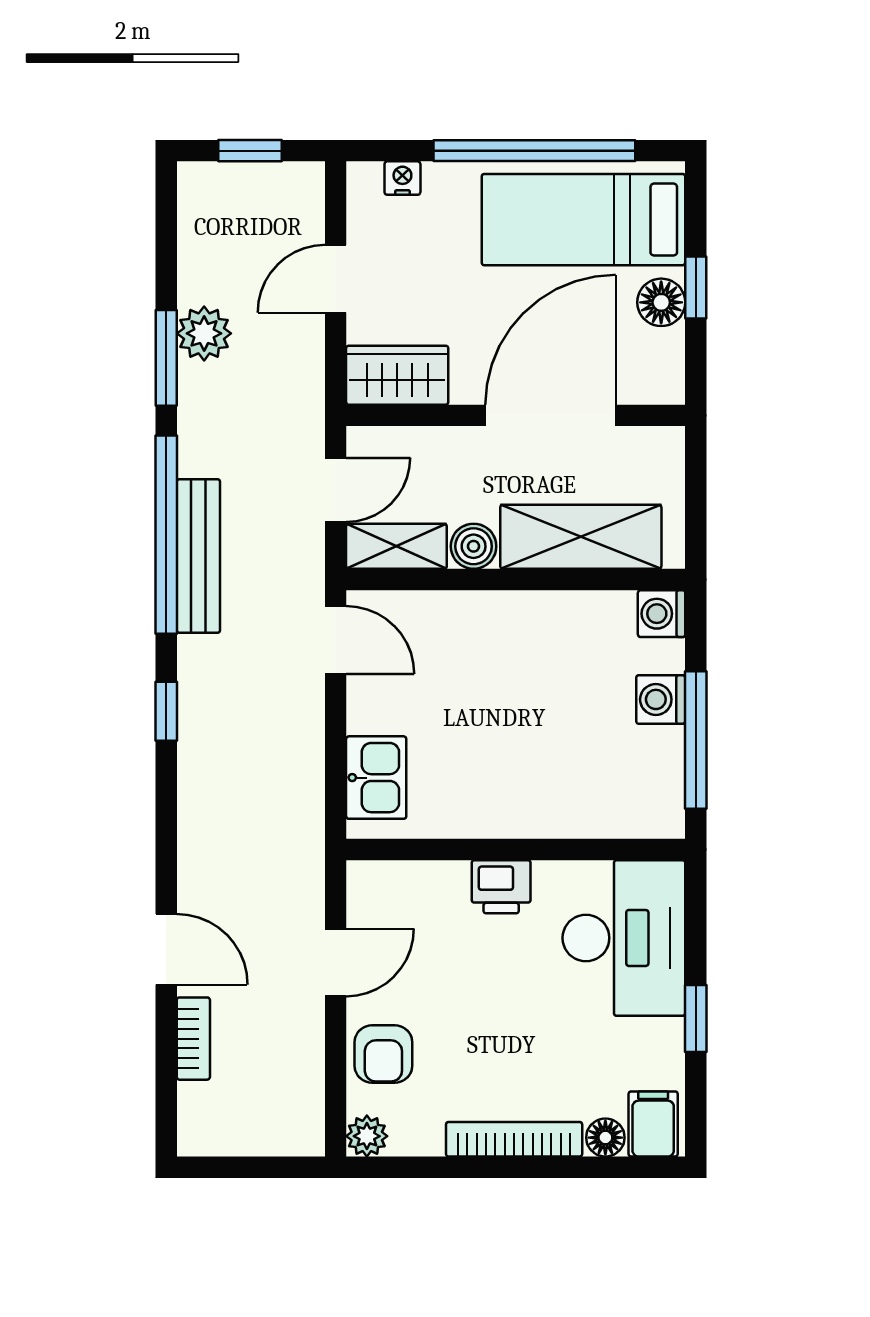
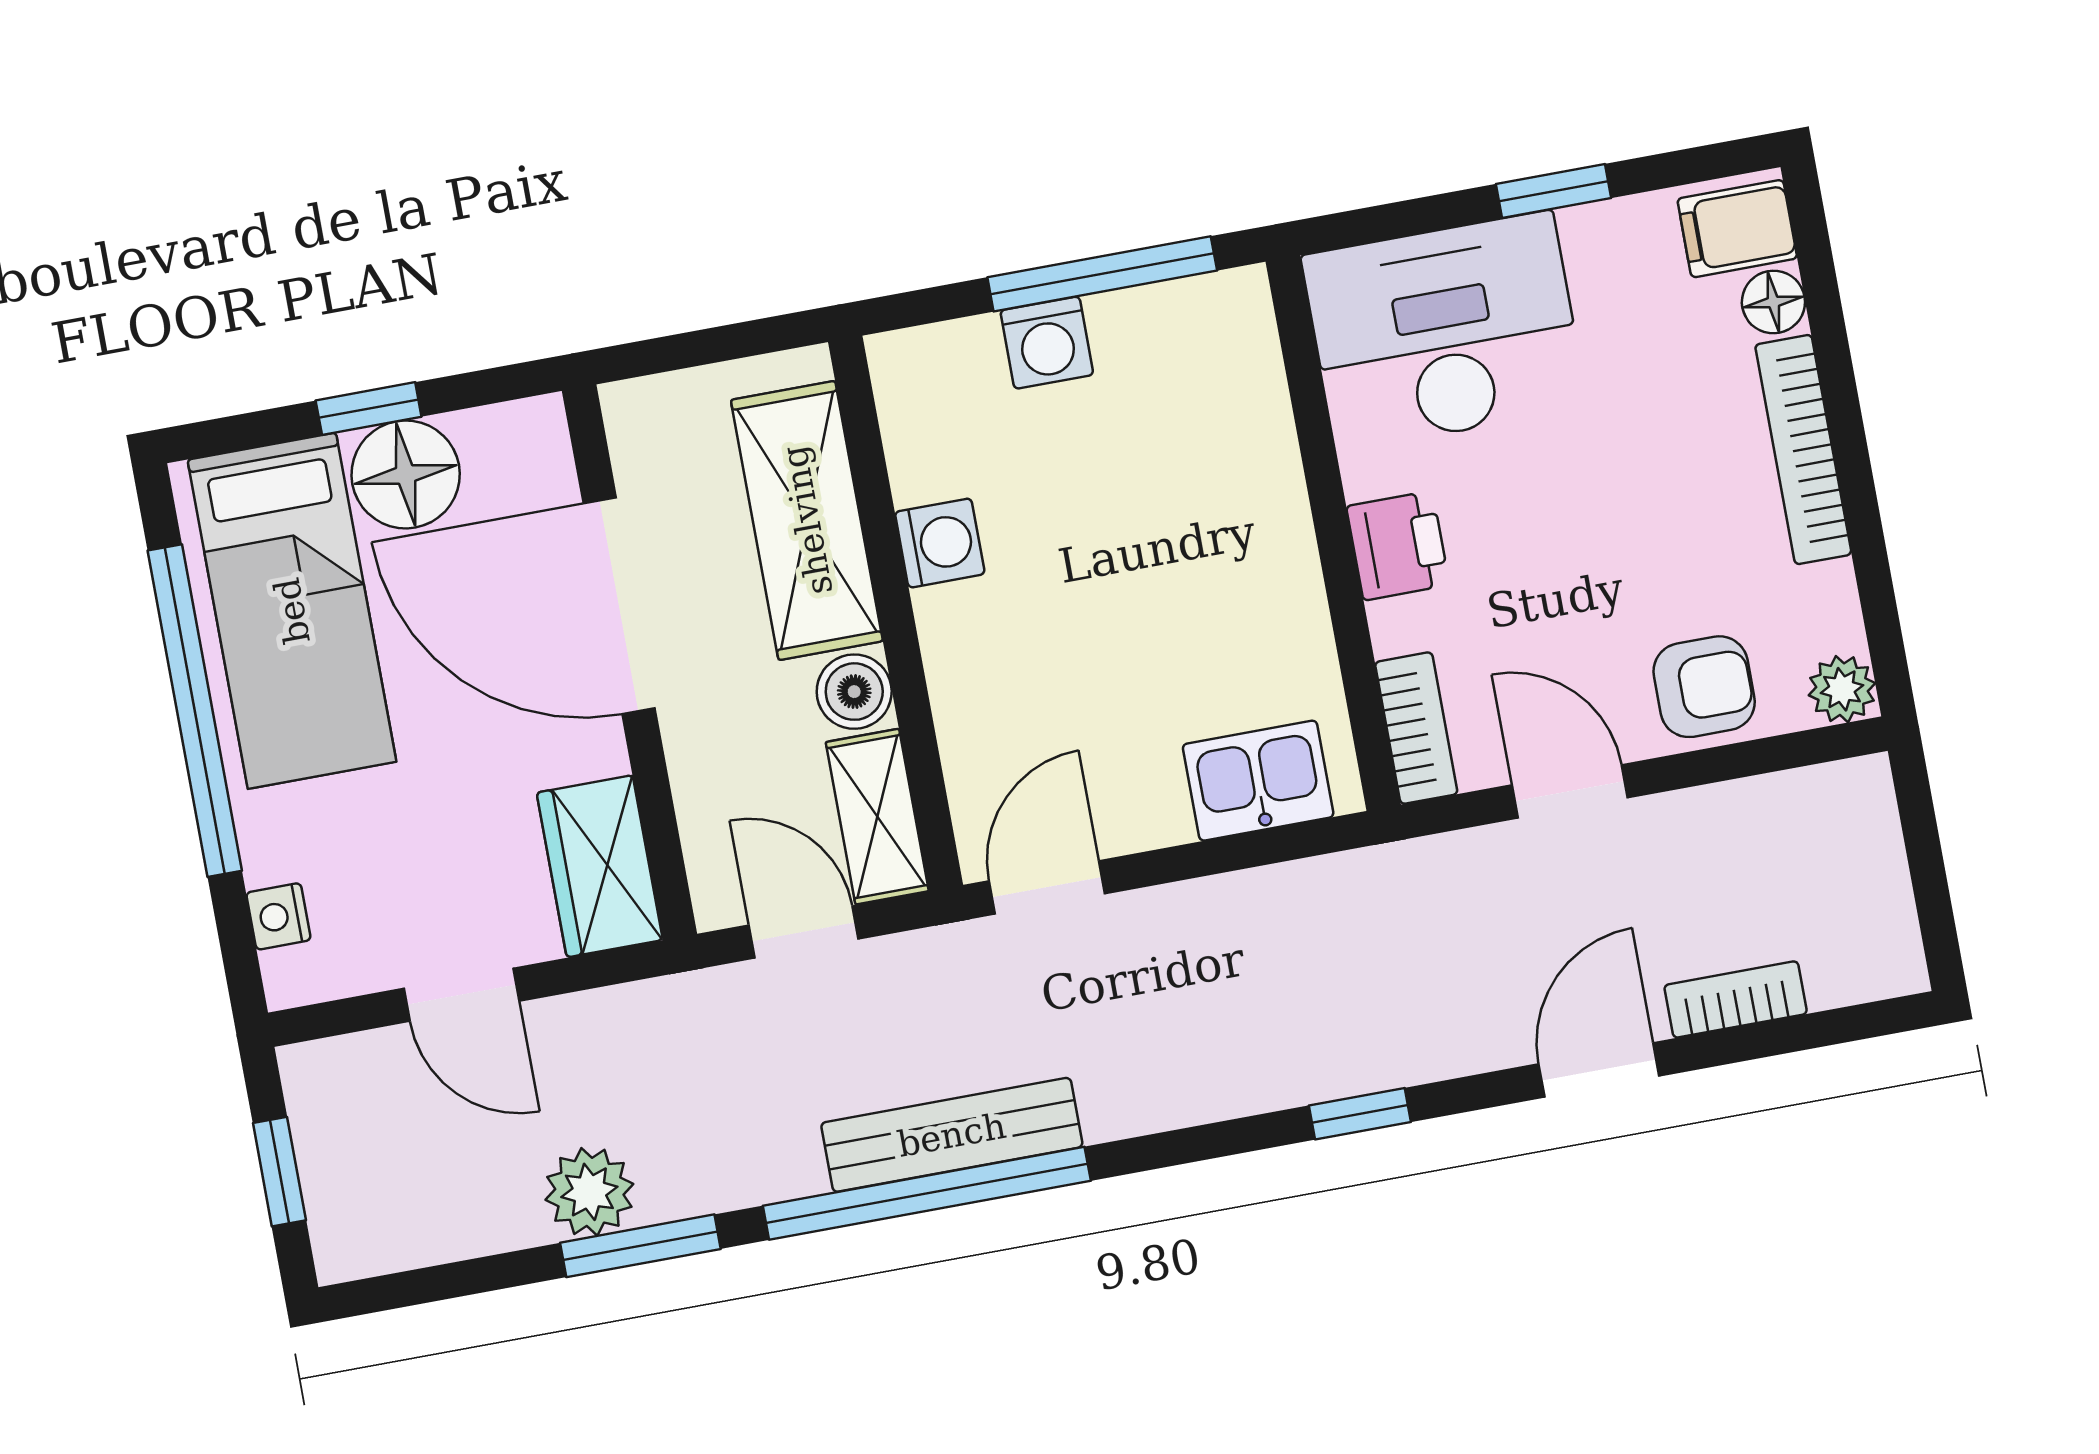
floor lamp: (661, 302) -> (406, 474), width x1.38, depth x1.38
washing machine: (662, 614) -> (940, 543), moved, turned -90
window: (166, 711) -> (1360, 1114), moved
bookcase: (390, 878) -> (1416, 728), added

